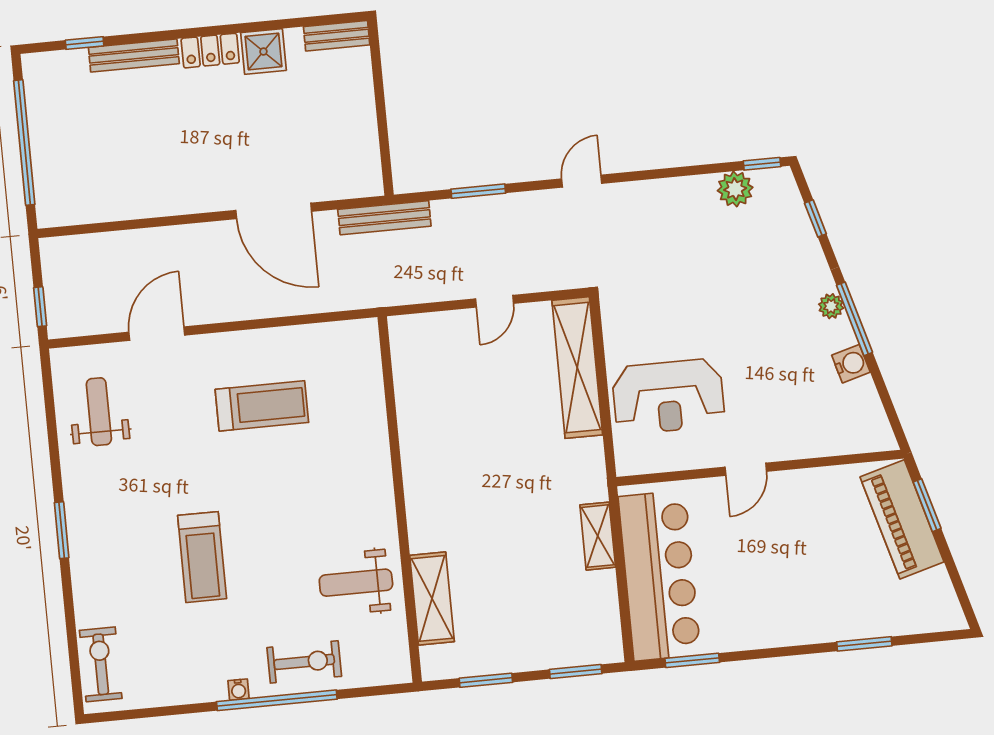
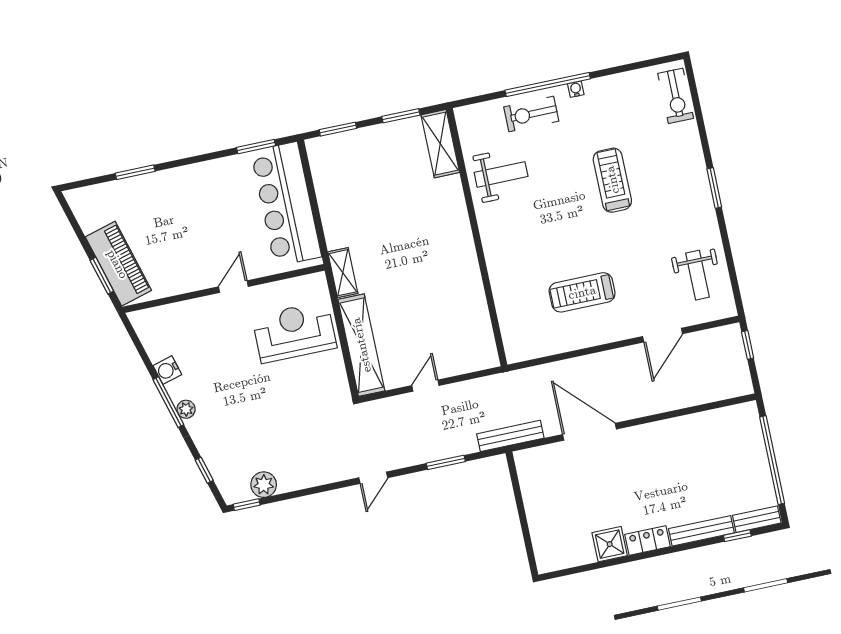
bench: (337, 36) -> (757, 519), moved
shelving: (598, 536) -> (343, 273), moved
shelving: (432, 598) -> (440, 144), moved

